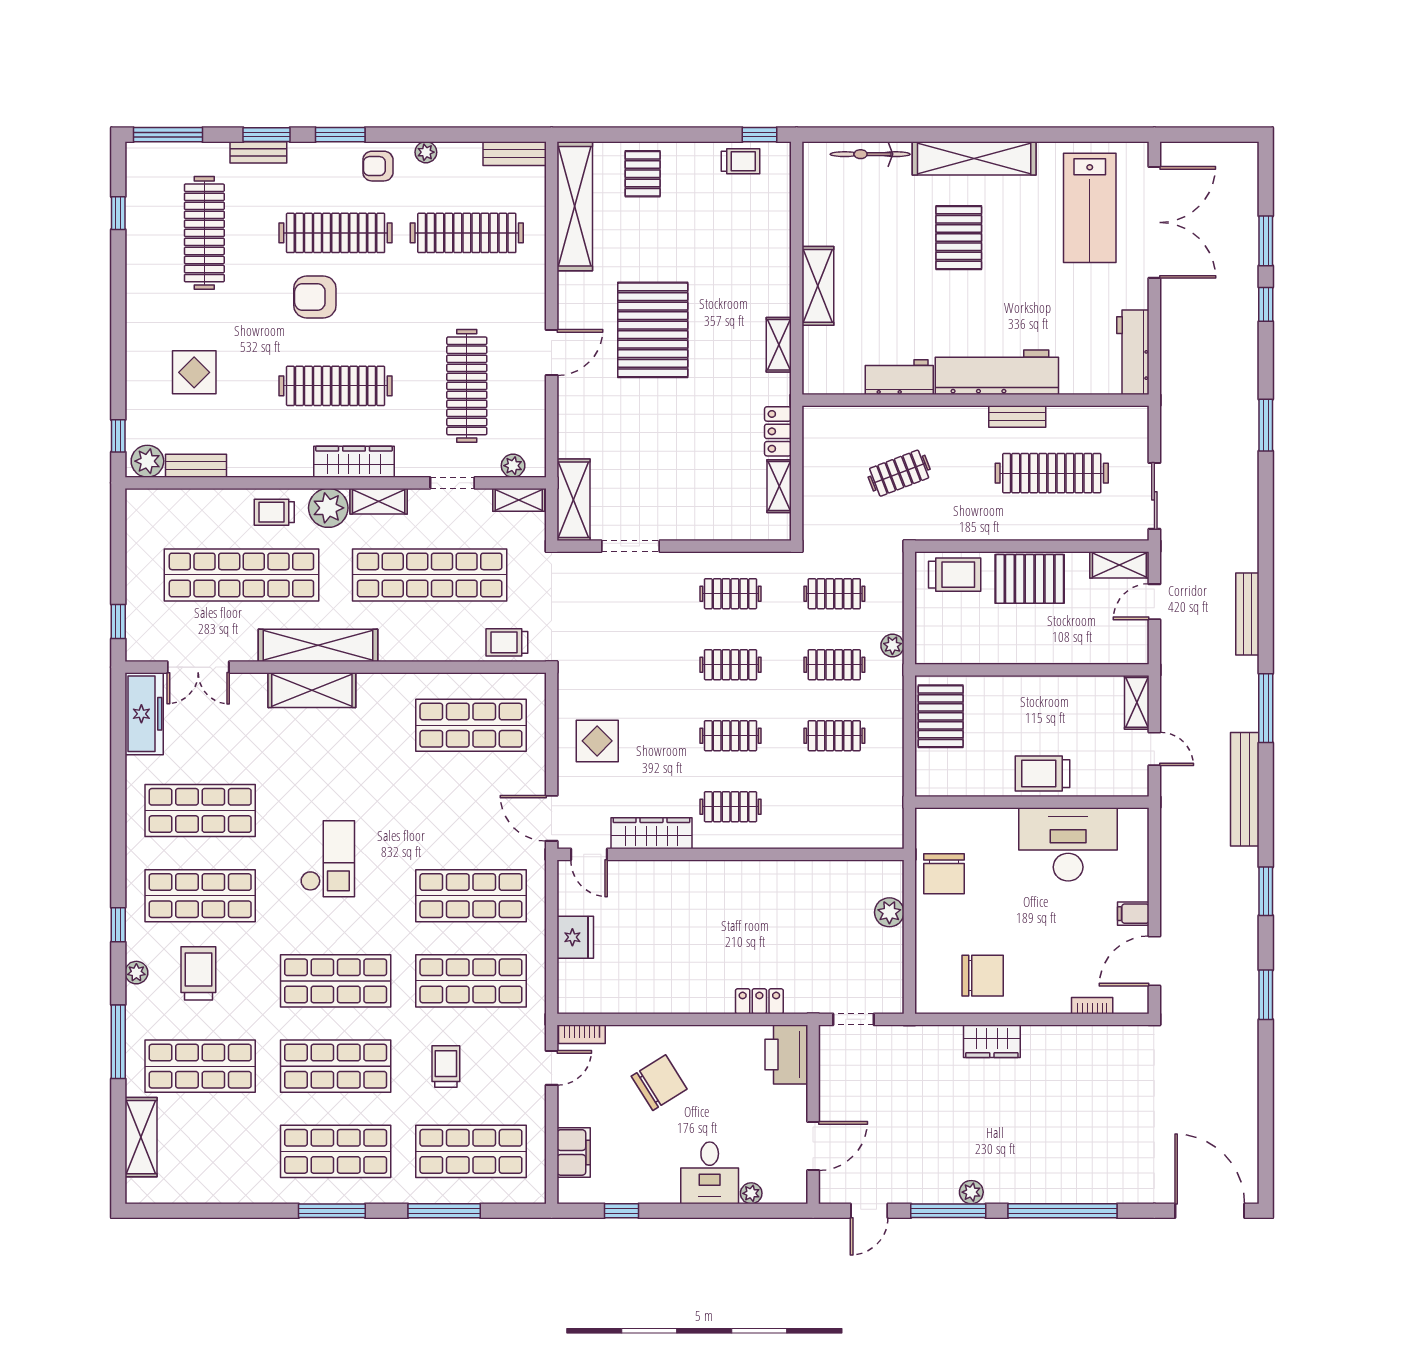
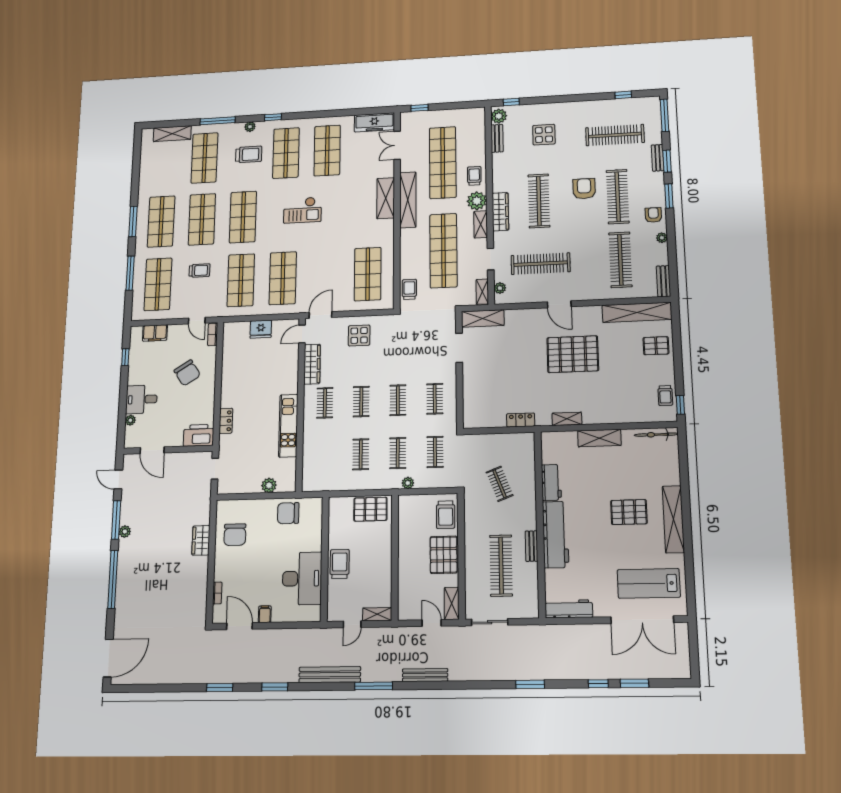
bicycle: (870, 154) -> (656, 435), moved, turned -90
shelving: (779, 486) -> (492, 422), removed
kitchen unit: (773, 877) -> (288, 426), added

